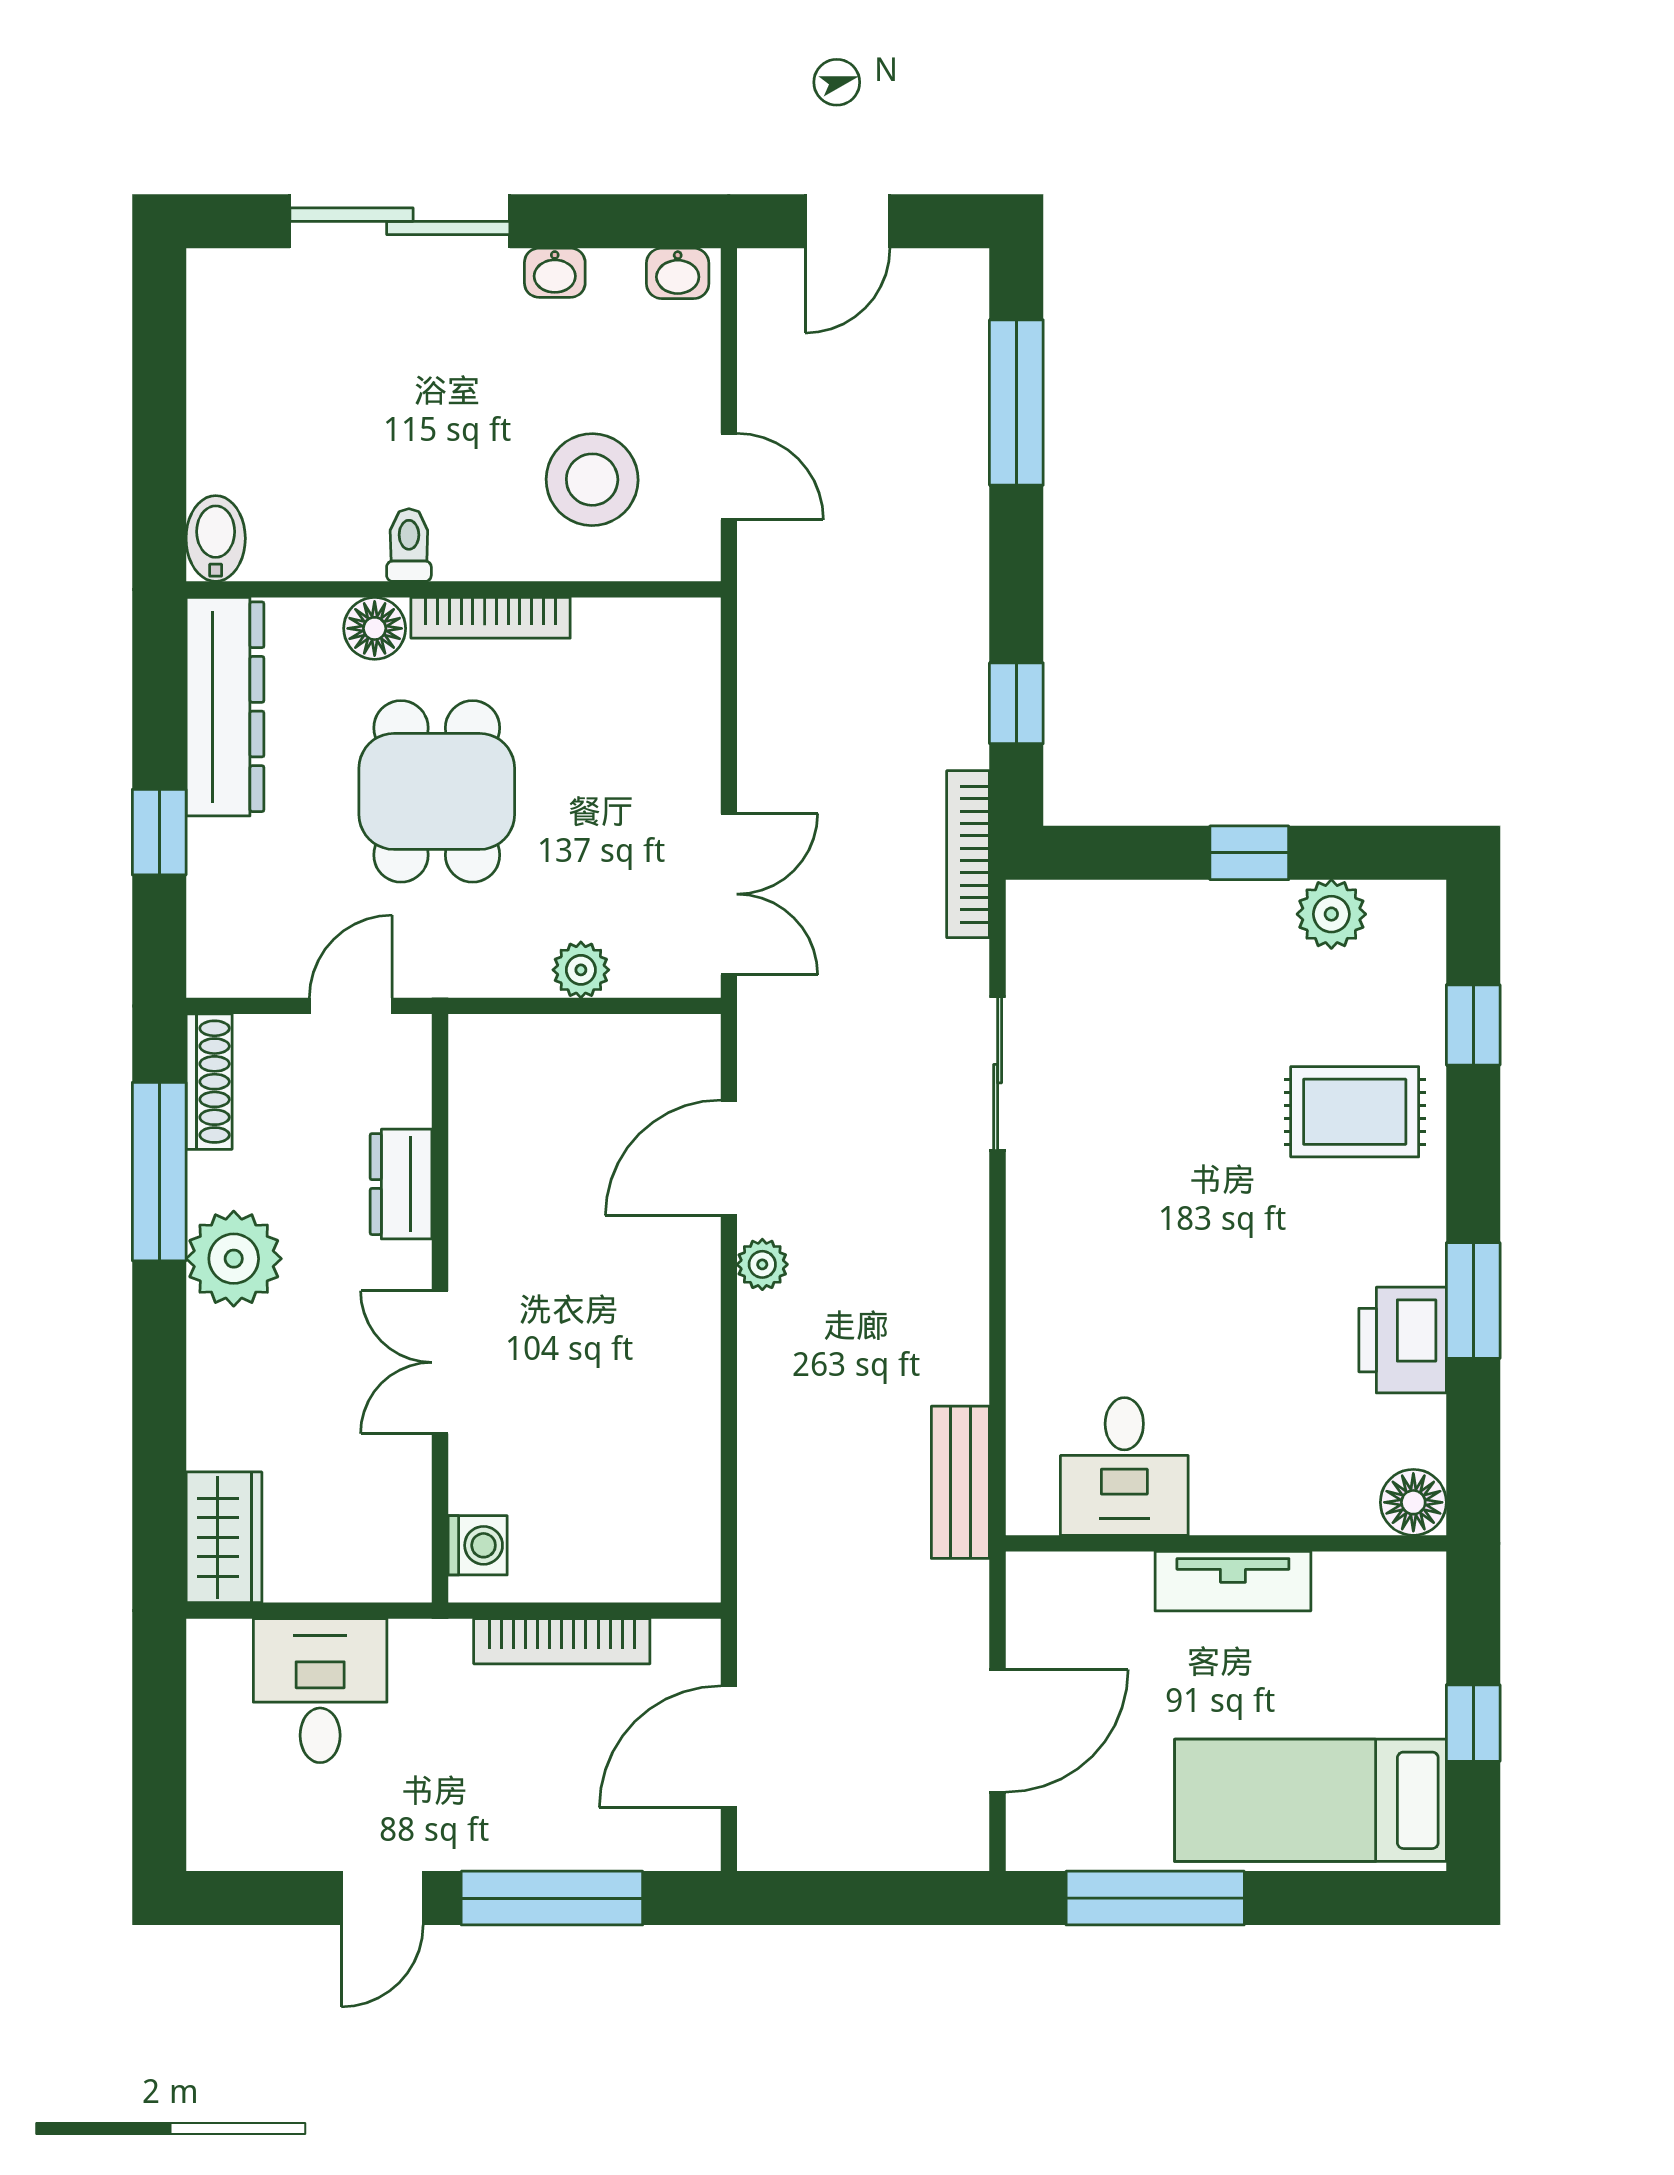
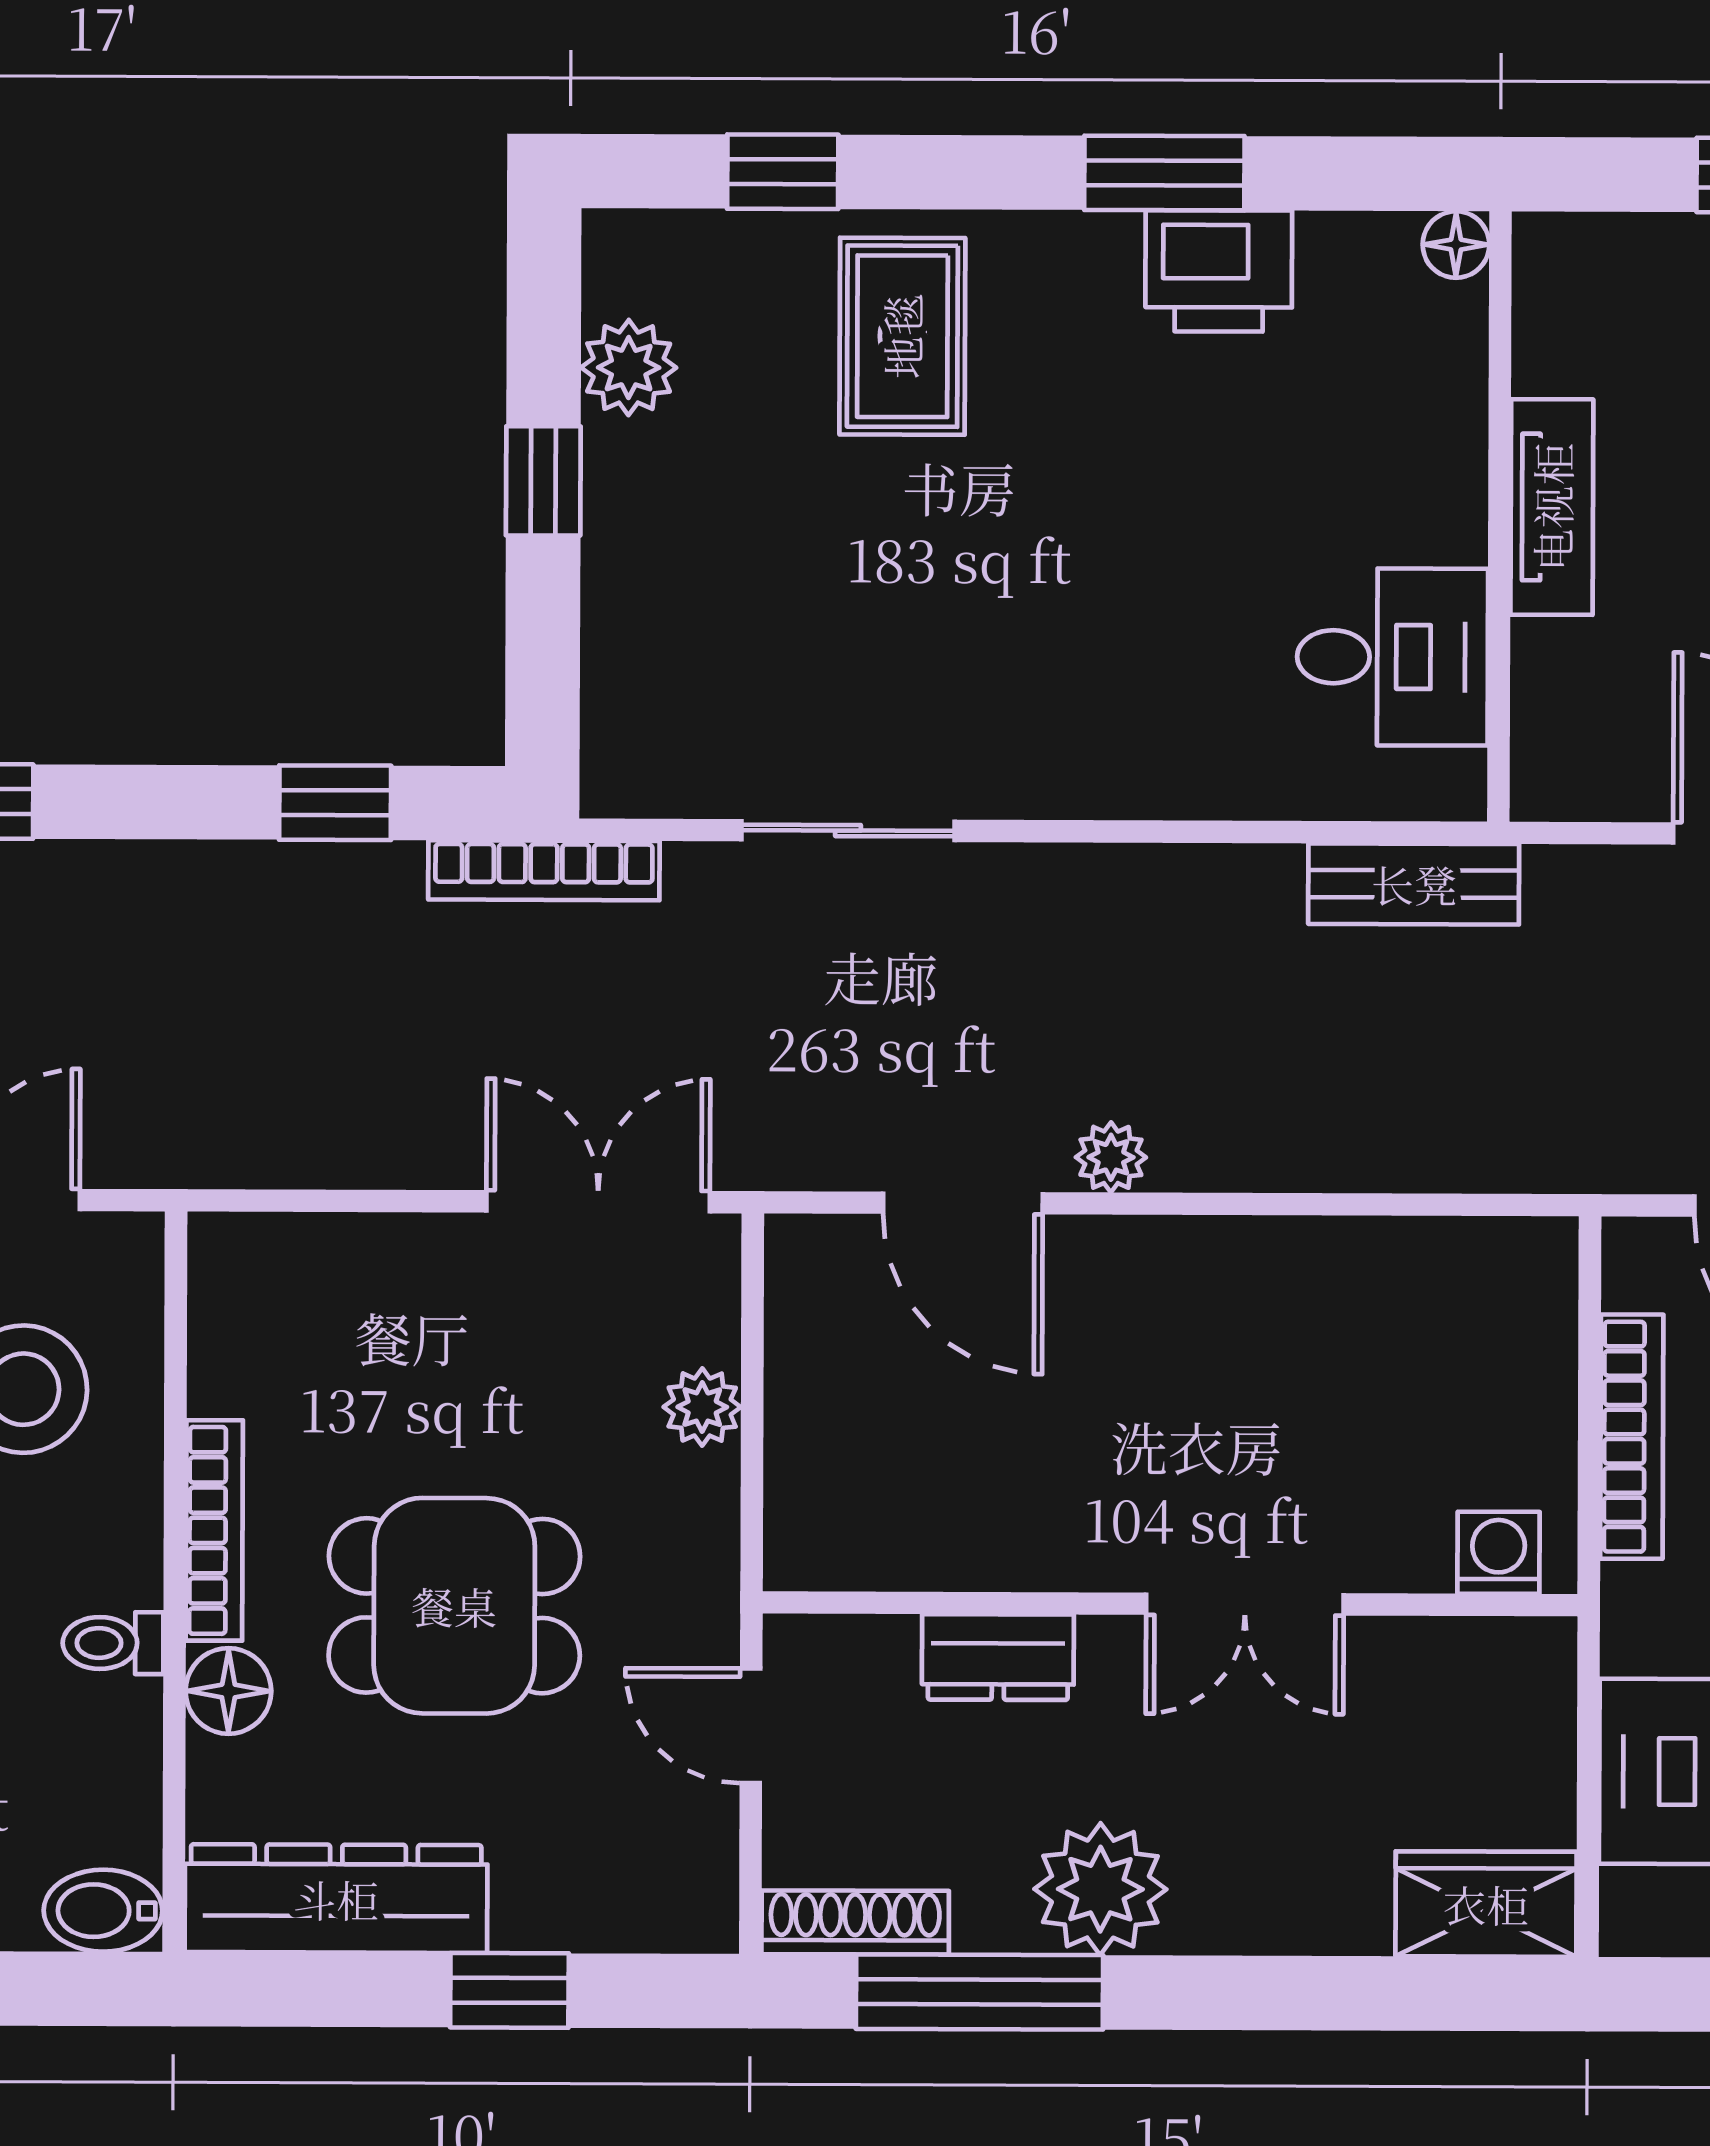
floor lamp: (1413, 1502) -> (1456, 245), width x0.73, depth x0.73

